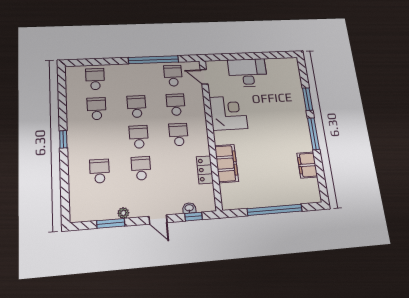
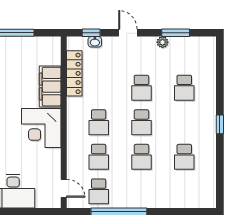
school desk: (95, 79) -> (184, 191), removed
corner desk: (228, 113) -> (41, 128), moved
locker: (205, 170) -> (74, 73), width x1.53

